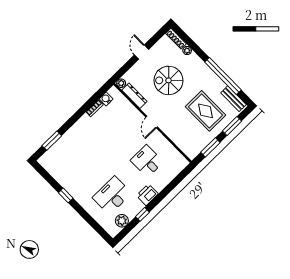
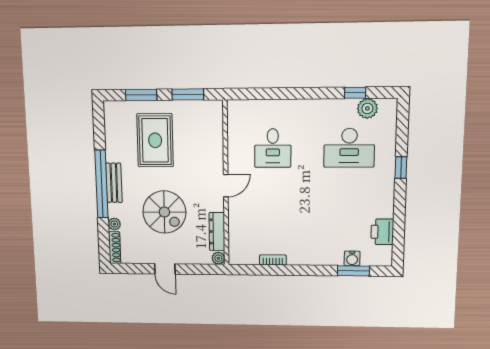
door: (142, 52) -> (165, 269), hinge flipped
window: (223, 76) -> (101, 184), moved
water cooler: (106, 99) -> (352, 258), moved
bench: (233, 99) -> (114, 183), moved
window: (66, 195) -> (401, 168), moved
printer: (147, 195) -> (382, 232), moved, turned 90
window: (142, 214) -> (355, 93), moved

